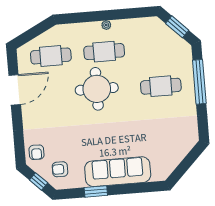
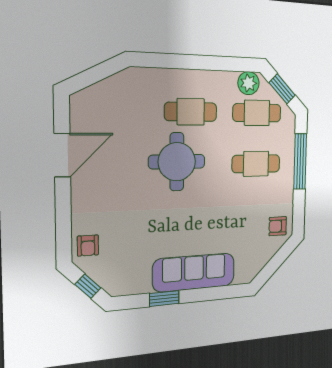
plant: (106, 25) -> (248, 83), moved, width x1.88, depth x1.88
cafe table: (51, 56) -> (257, 113), moved
armchair: (60, 169) -> (278, 226), moved

